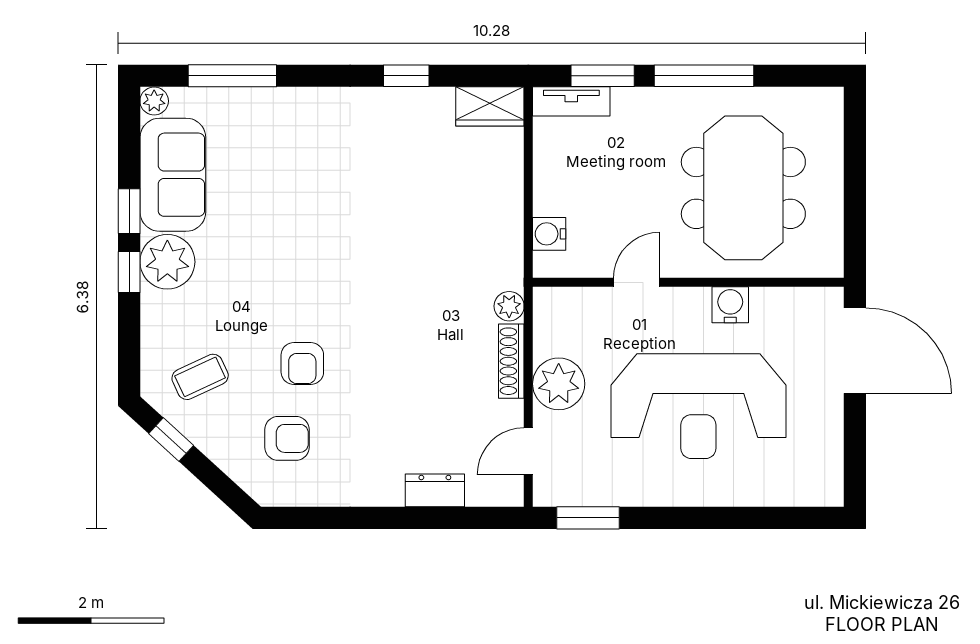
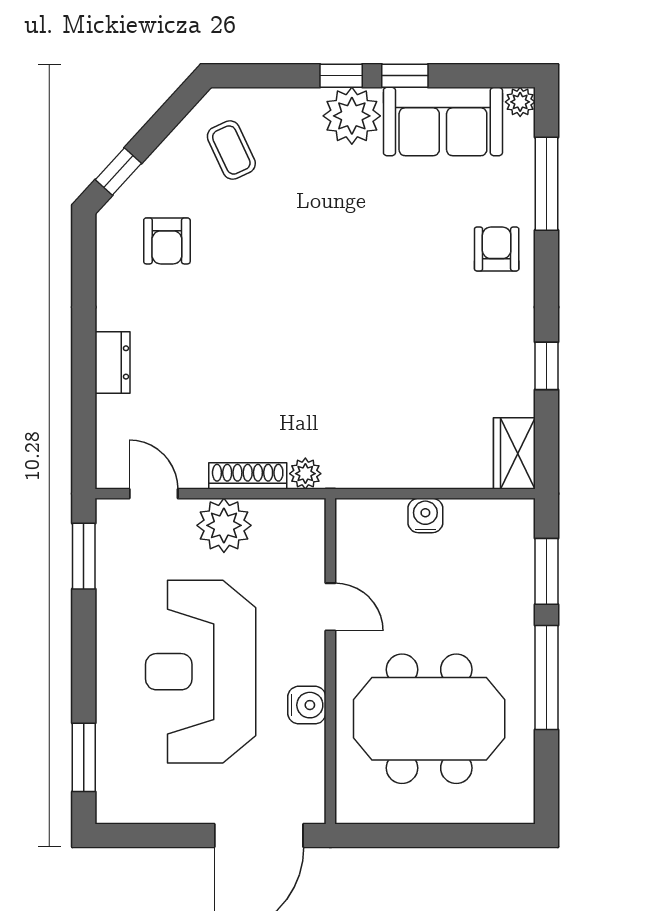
tv unit: (571, 101) -> (520, 539), removed
water cooler: (549, 234) -> (425, 515), moved
armchair: (302, 363) -> (497, 249), moved, turned 90
window: (171, 439) -> (118, 171), moved
dresser: (435, 490) -> (112, 362), moved
window: (780, 518) -> (84, 757), added

